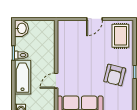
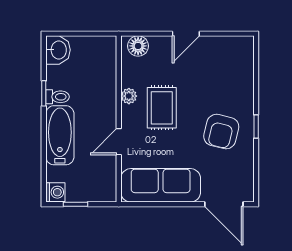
floor lamp: (67, 26) -> (138, 46), added
rug: (120, 36) -> (162, 108), moved
plant: (62, 55) -> (129, 96), added

